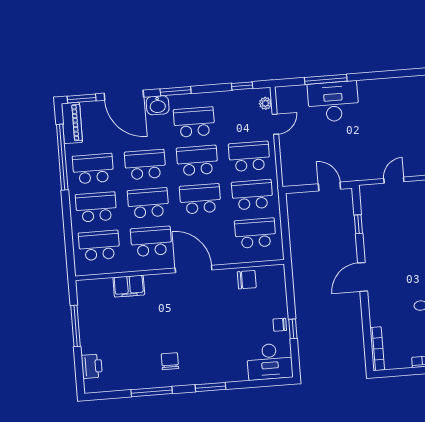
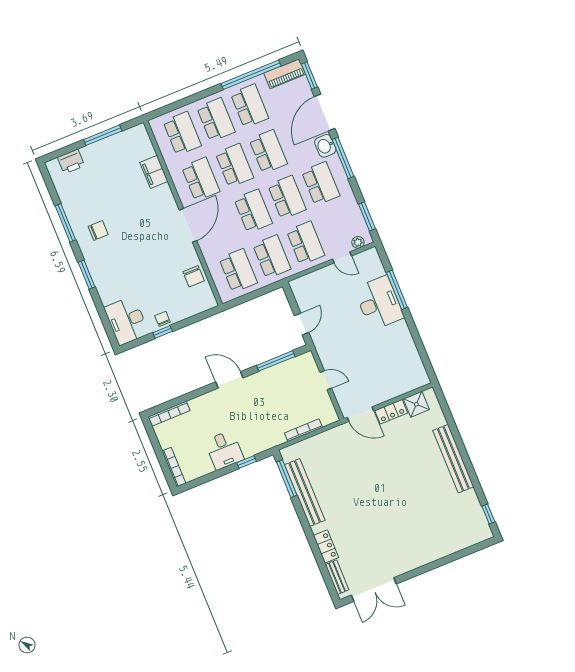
window: (242, 86) -> (367, 216), width x1.50
window: (176, 91) -> (343, 158), width x1.44
window: (358, 224) -> (276, 361), width x2.17

